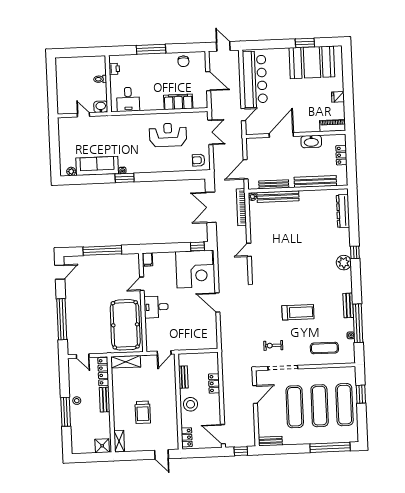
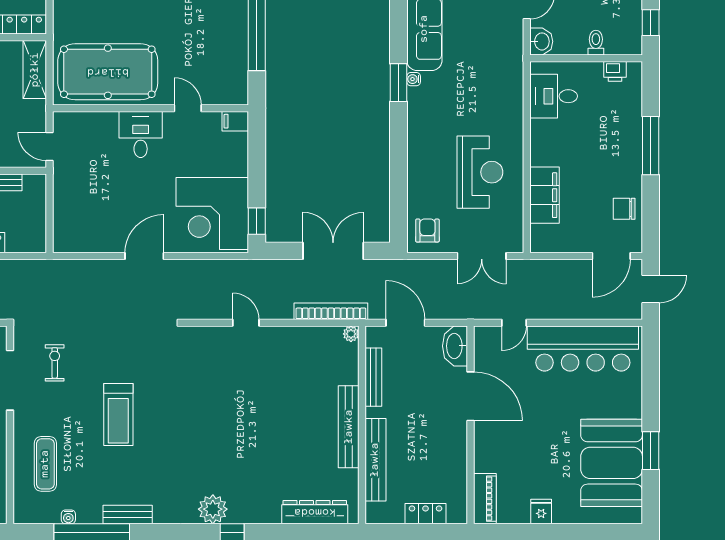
window: (89, 52) -> (651, 23), added
door: (208, 81) -> (611, 256), moved
door: (243, 115) -> (514, 323), hinge flipped
washbasin: (311, 141) -> (455, 346), moved
bench: (278, 197) -> (349, 427), moved

